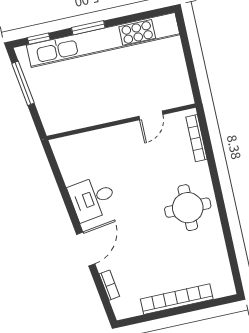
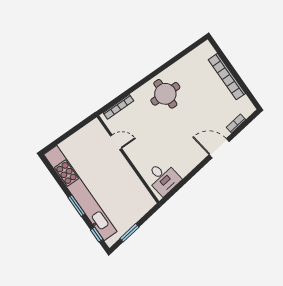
window: (23, 83) -> (130, 233), width x0.69
desk: (93, 198) -> (163, 178), moved

